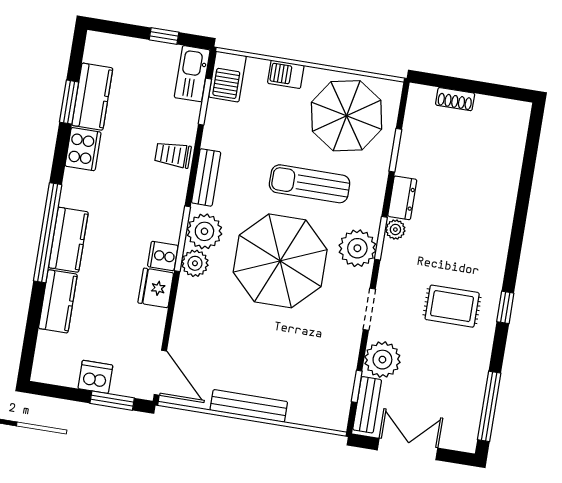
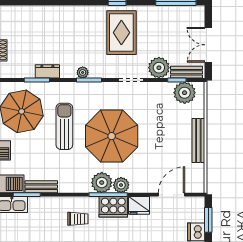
trolley: (173, 155) -> (78, 219), moved, turned -90
bench: (206, 177) -> (41, 187), moved
sun lounger: (310, 184) -> (64, 126), turned 180
dresser: (402, 198) -> (47, 71), moved
plant: (357, 248) -> (185, 93), moved
cooker: (163, 256) -> (113, 207), width x1.87, depth x1.31
rug: (452, 306) -> (121, 33), width x1.36, depth x1.43
door: (160, 373) -> (172, 195), moved

